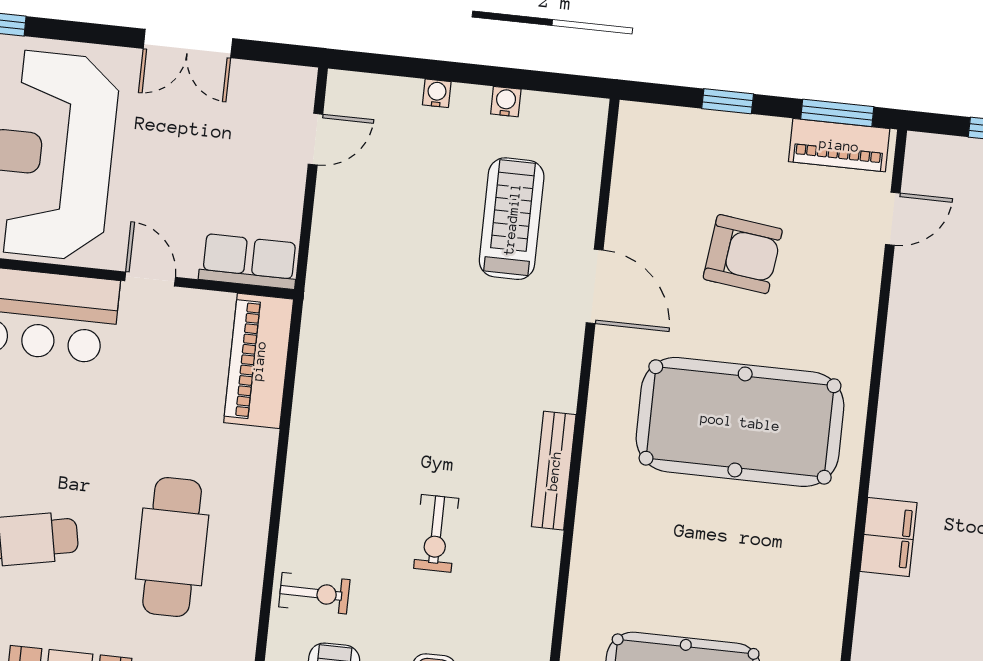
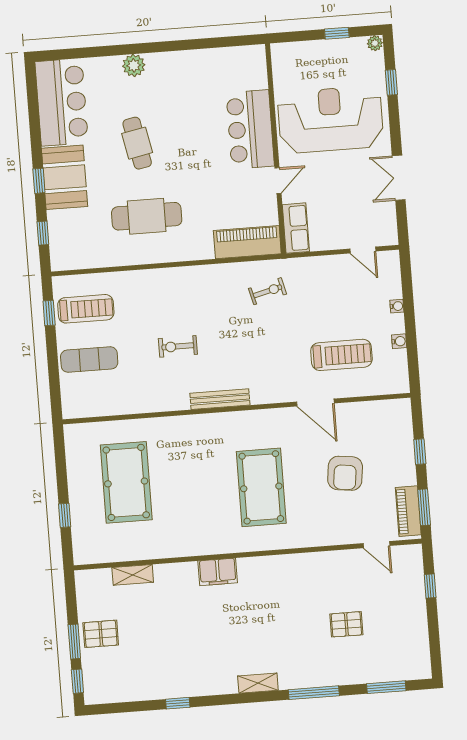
door: (595, 286) -> (315, 402), hinge flipped
pool table: (740, 422) -> (261, 487), width x0.73, depth x0.76
exercise bike: (314, 593) -> (268, 291), moved, turned -104

